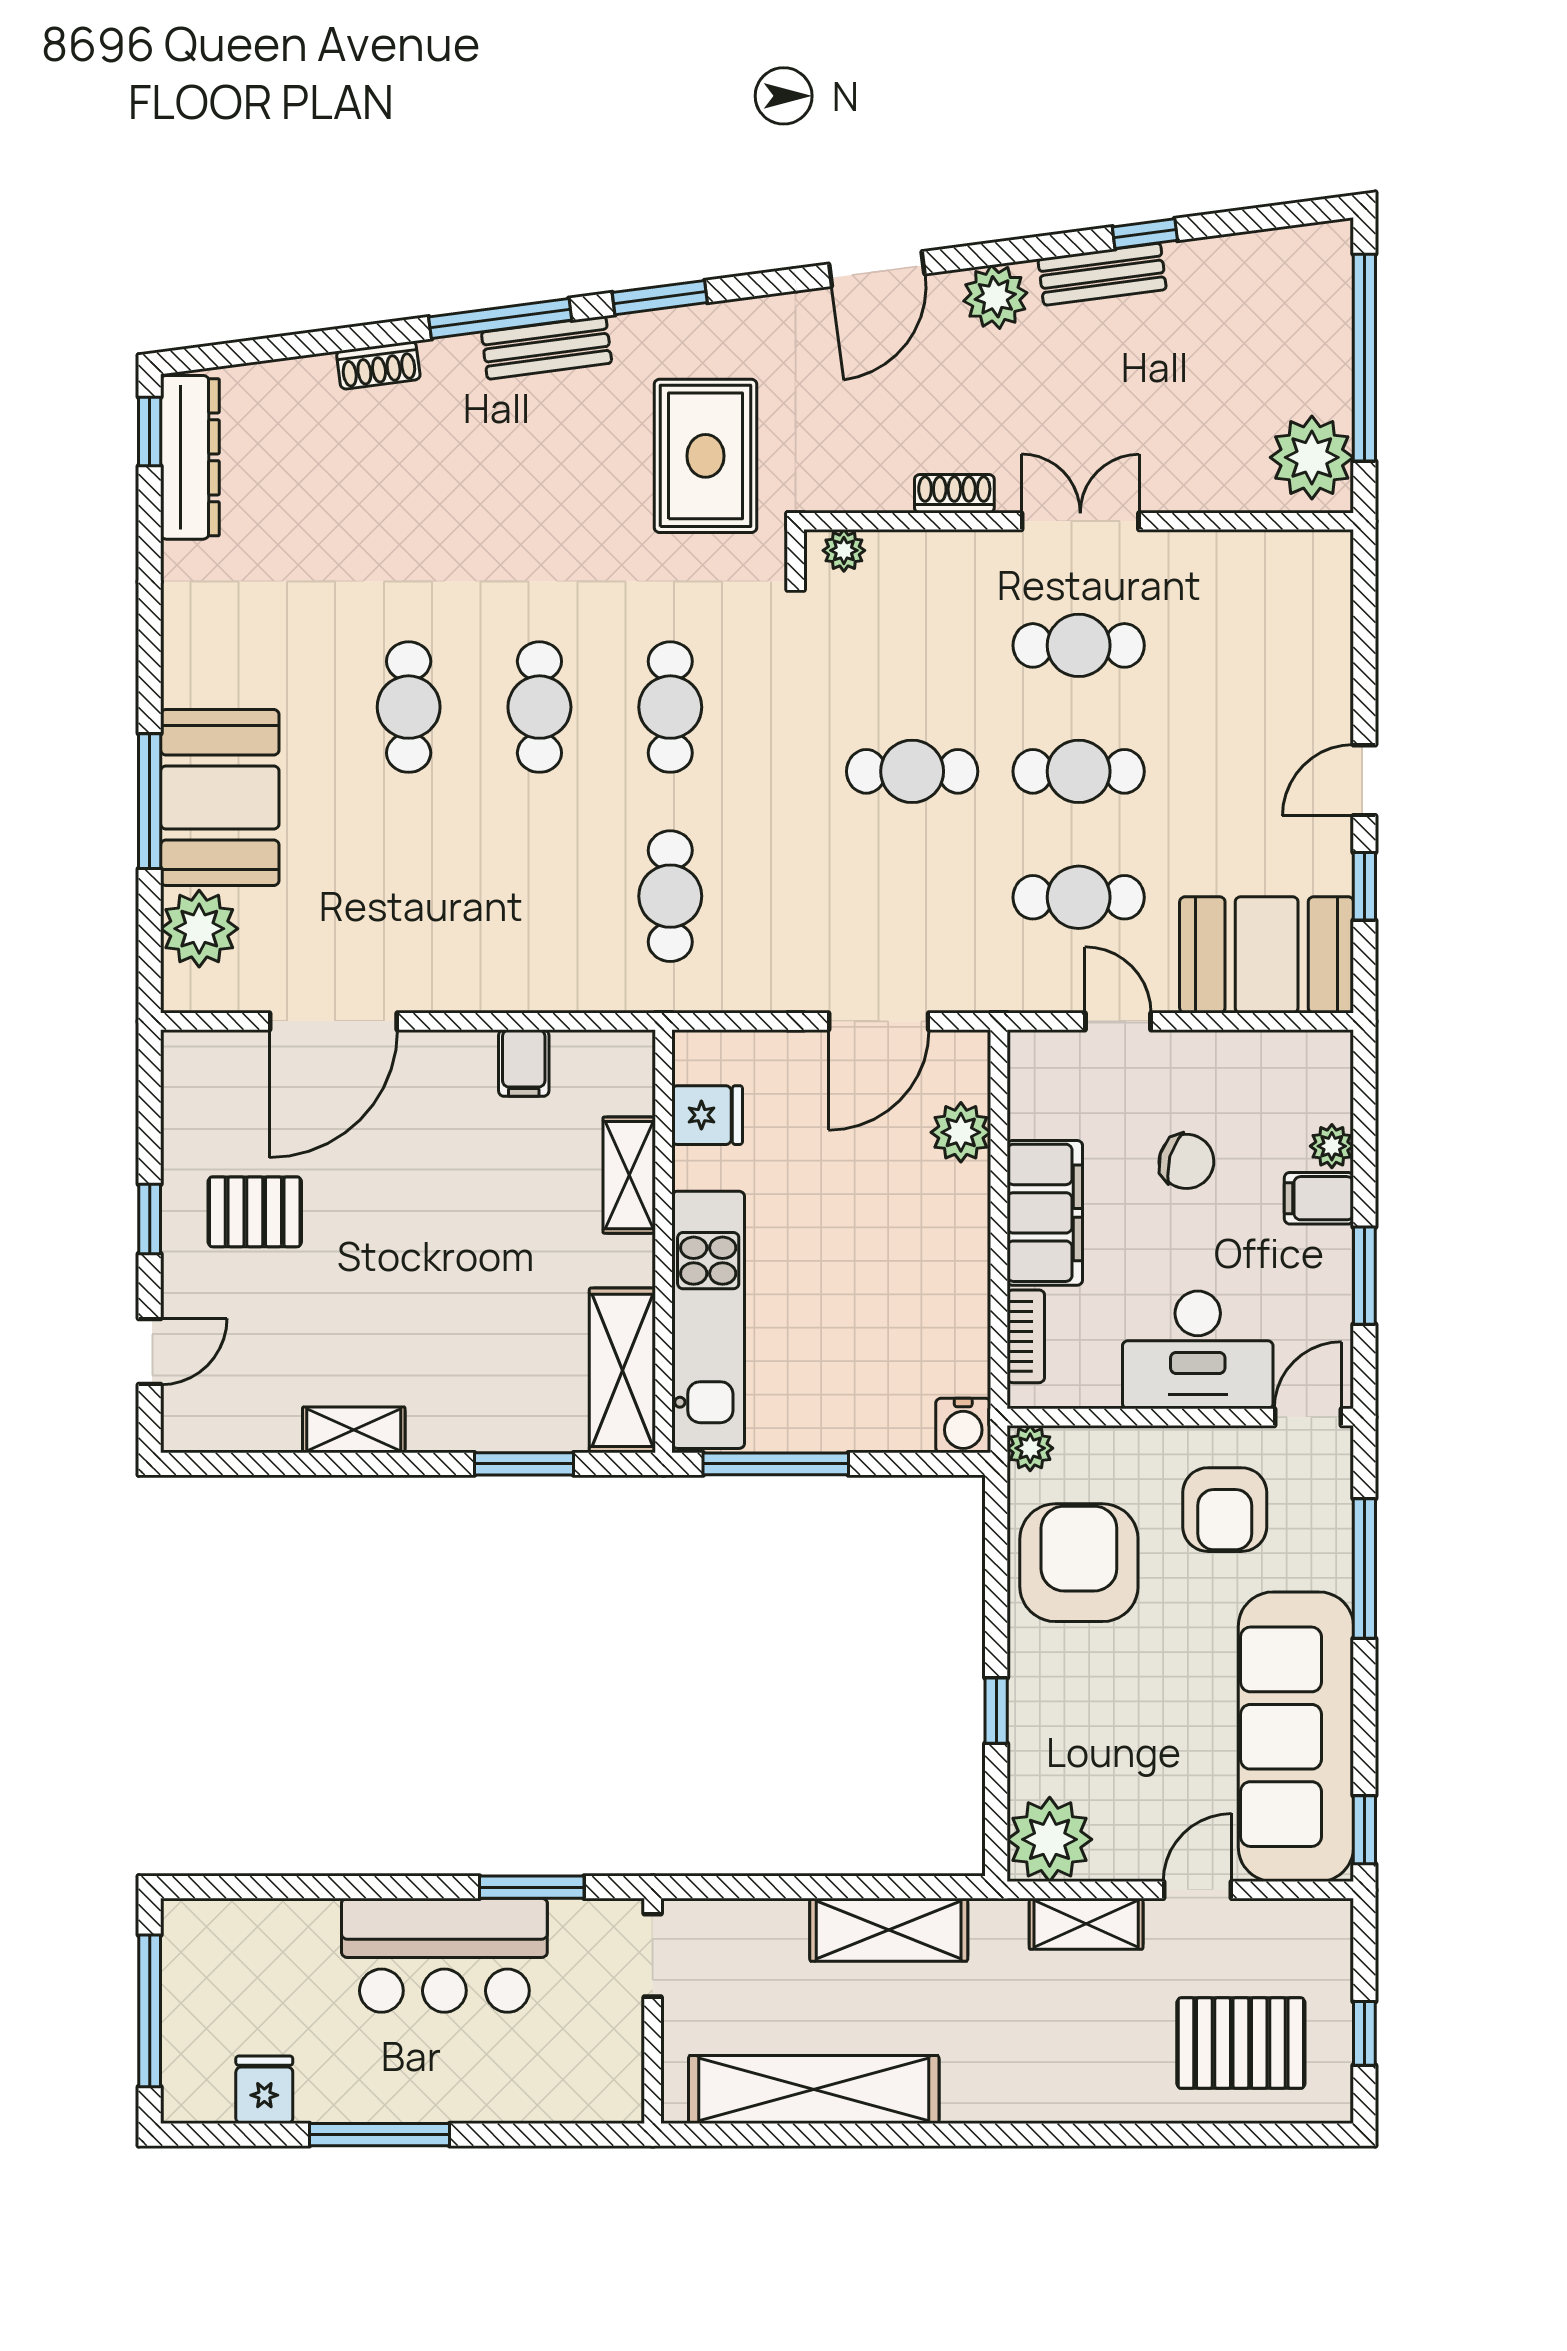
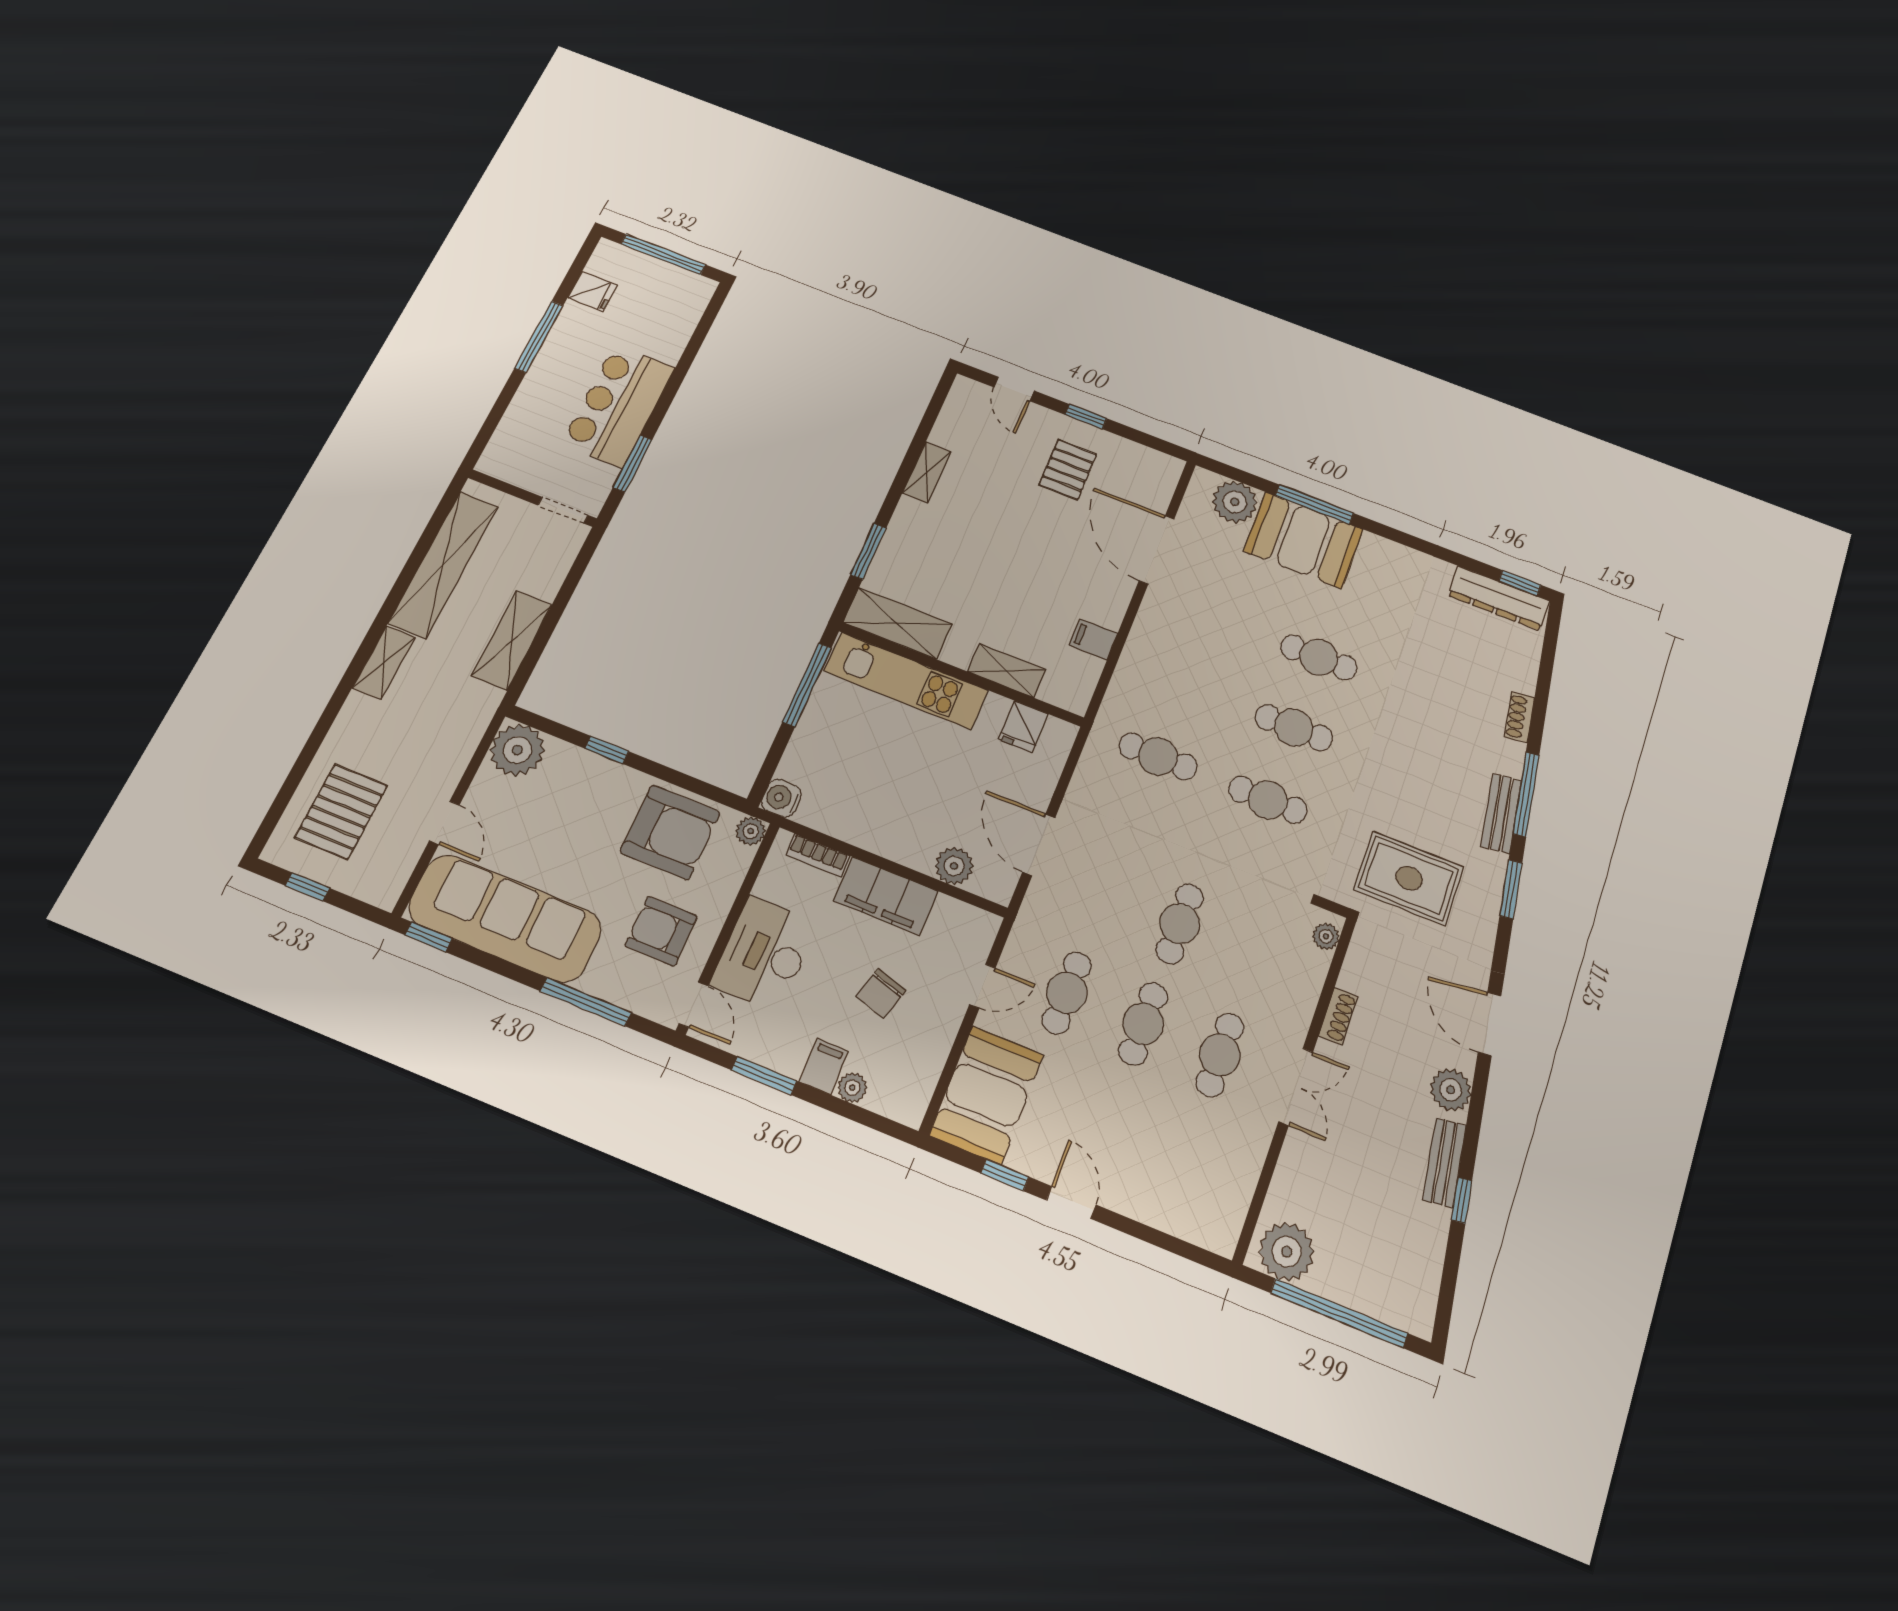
shelving: (1086, 1924) -> (384, 663), moved

